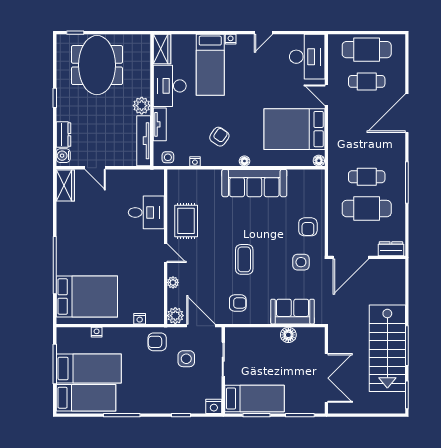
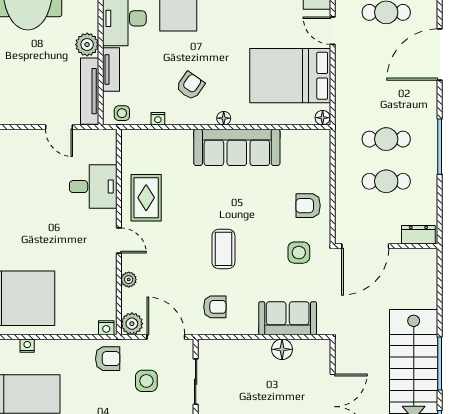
door: (95, 168) -> (59, 127), moved
cafe table: (367, 209) -> (386, 181), width x0.73, depth x0.74
armchair: (308, 227) -> (308, 206), turned 90
nightstand: (140, 319) -> (106, 328), moved
armchair: (157, 342) -> (108, 359), turned 180

